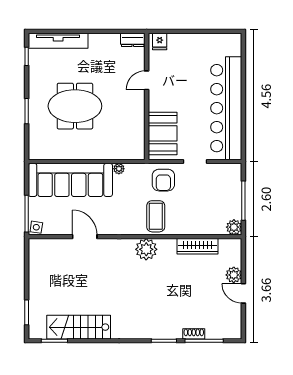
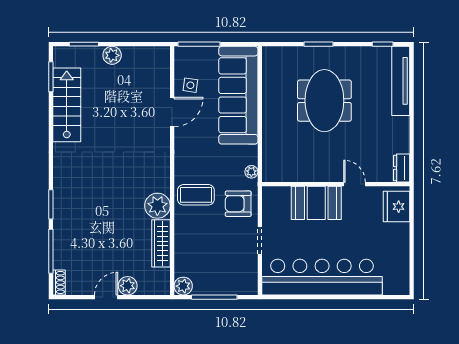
fridge: (160, 41) -> (396, 207), width x1.88, depth x1.34
booth: (163, 133) -> (316, 203), moved
plant: (119, 169) -> (251, 172), moved
side table: (36, 227) -> (190, 85), moved
plant: (146, 249) -> (157, 206), moved
plant: (36, 288) -> (112, 55), added
shoe rack: (194, 334) -> (59, 282), moved

